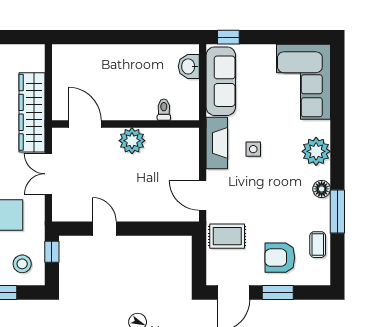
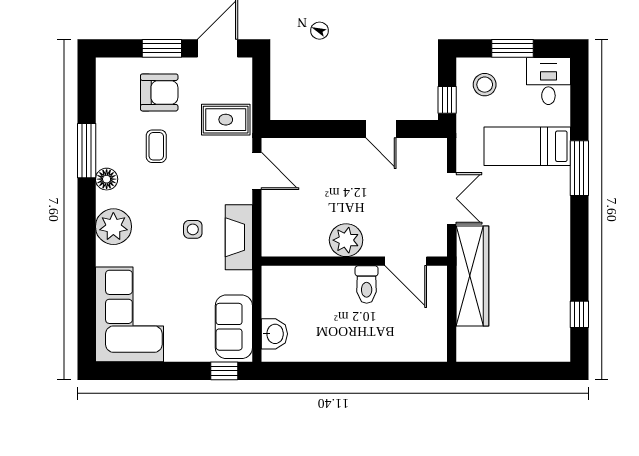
sofa: (221, 81) -> (234, 327), width x0.73
toilet: (164, 110) -> (367, 284), moved, width x1.37, depth x1.39
coffee table: (318, 245) -> (156, 146), moved

